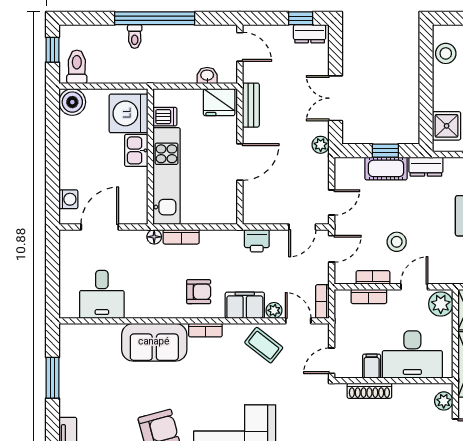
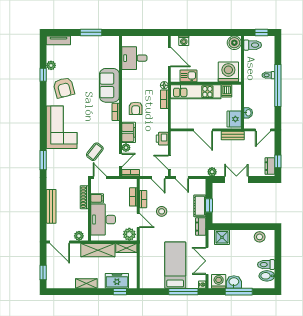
kitchen sink: (136, 150) -> (188, 76), moved
coffee table: (264, 345) -> (95, 152), moved

